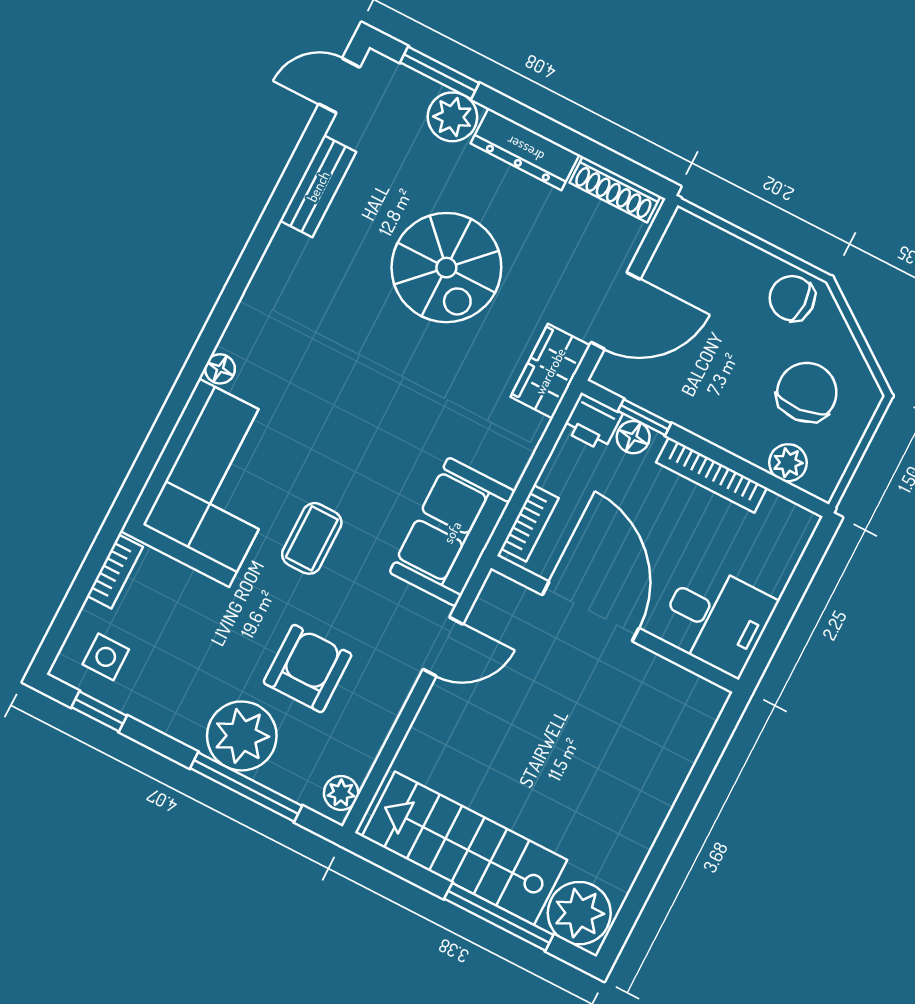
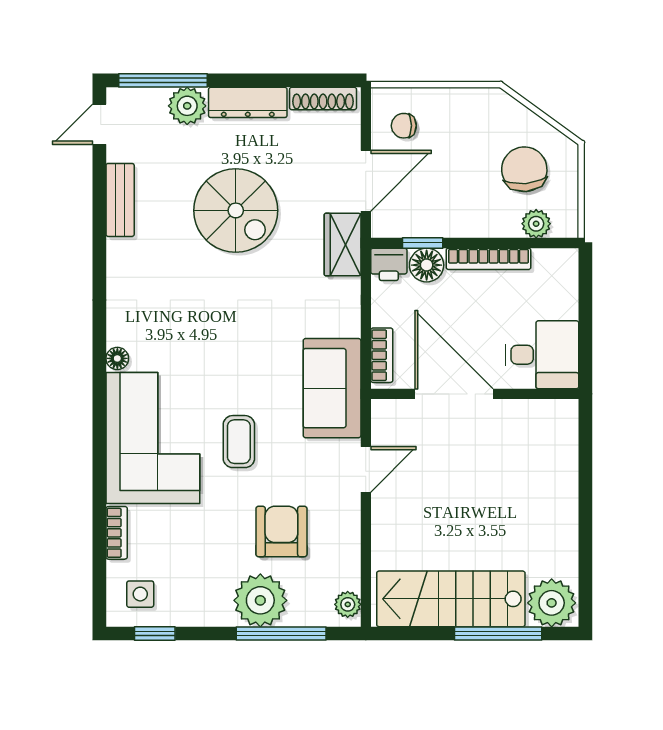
window: (440, 73) -> (163, 80), width x1.44
chair: (792, 298) -> (404, 126), moved, width x0.73, depth x0.73
floor lamp: (633, 437) -> (427, 265), width x1.37, depth x1.37

